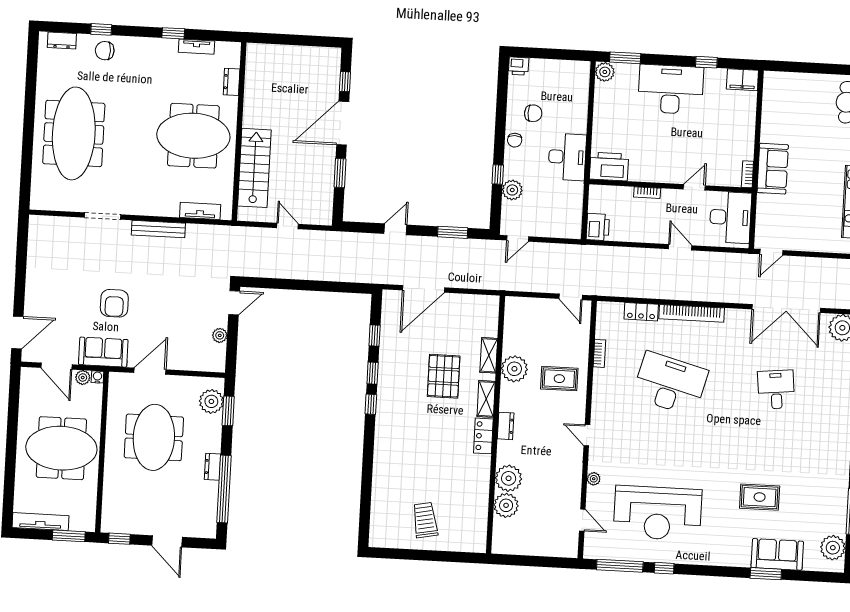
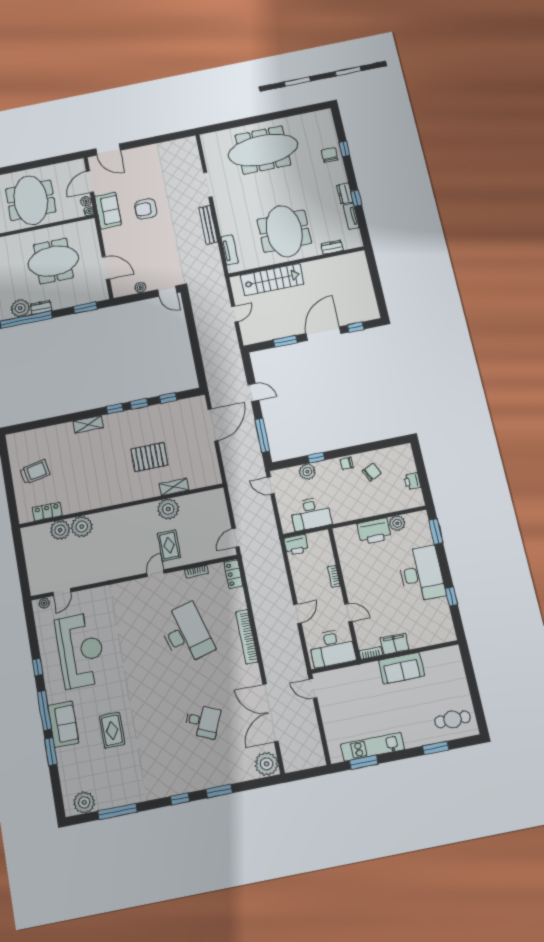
dresser: (62, 40) -> (345, 193), moved
printer: (519, 66) -> (412, 481), moved
plant: (605, 72) -> (397, 523), moved
filing cabinet: (742, 80) -> (395, 644), moved, turned 90
chair: (533, 113) -> (372, 472), turned -116
door: (343, 123) -> (324, 334), hinge flipped
desk: (567, 157) -> (311, 514), moved
printer: (609, 167) -> (374, 531), moved, turned 90
sofa: (773, 169) -> (401, 668), moved
window: (453, 232) -> (262, 435), width x1.44
door: (424, 289) -> (213, 425), swing flipped
locker: (641, 312) -> (234, 574), moved
door: (150, 371) -> (106, 268), moved
desk: (670, 384) -> (186, 634), turned -30
desk: (776, 390) -> (203, 721), turned 30
shelving: (486, 399) -> (88, 424), moved
plant: (211, 401) -> (20, 308), moved
dresser: (506, 426) -> (122, 514), removed
door: (587, 435) -> (156, 573), moved
locker: (483, 436) -> (47, 512), moved
plant: (594, 479) -> (44, 603), moved
reception desk: (658, 513) -> (80, 650), turned 180
sofa: (777, 554) -> (63, 724), moved
window: (620, 566) -> (44, 710), moved

